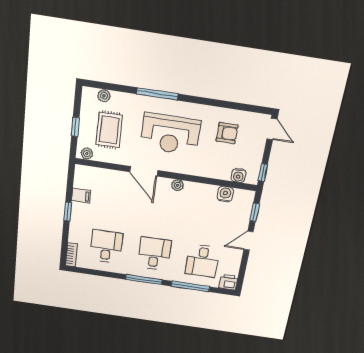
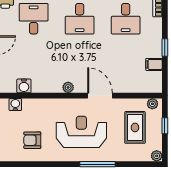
plant: (104, 96) -> (157, 156), moved

